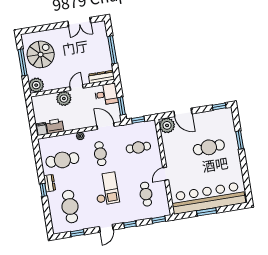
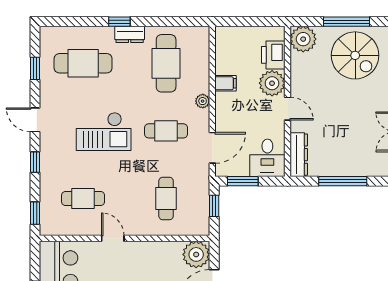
printer: (55, 126) -> (273, 55), moved, turned 180
filing cabinet: (42, 129) -> (226, 83), moved

